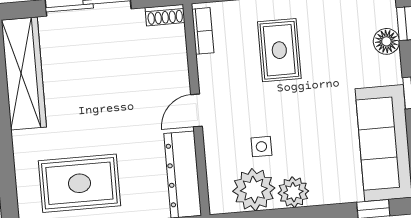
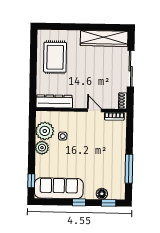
rug: (279, 50) -> (103, 148), removed
door: (196, 110) -> (94, 110), moved

